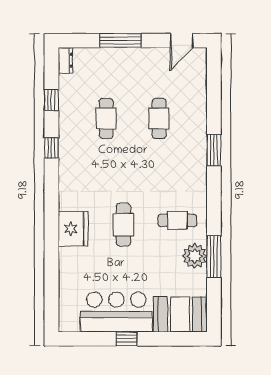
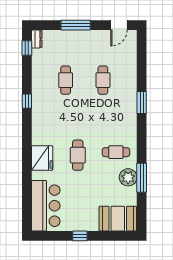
window: (51, 100) -> (27, 48), moved
bar counter: (116, 312) -> (46, 206), moved, turned 90

